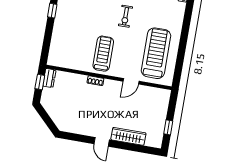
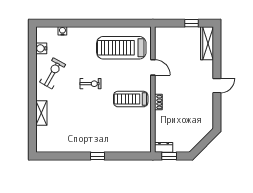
wardrobe: (128, 136) -> (207, 43), moved

